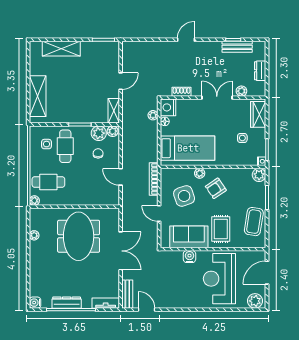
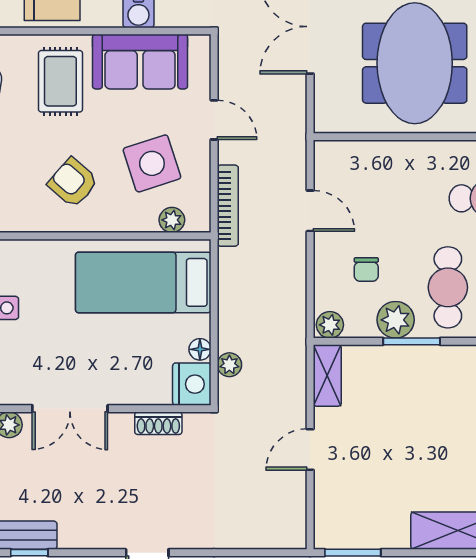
plant: (99, 133) -> (396, 320), moved
plant: (200, 173) -> (172, 220), moved
armchair: (216, 188) -> (73, 183), turned -105

